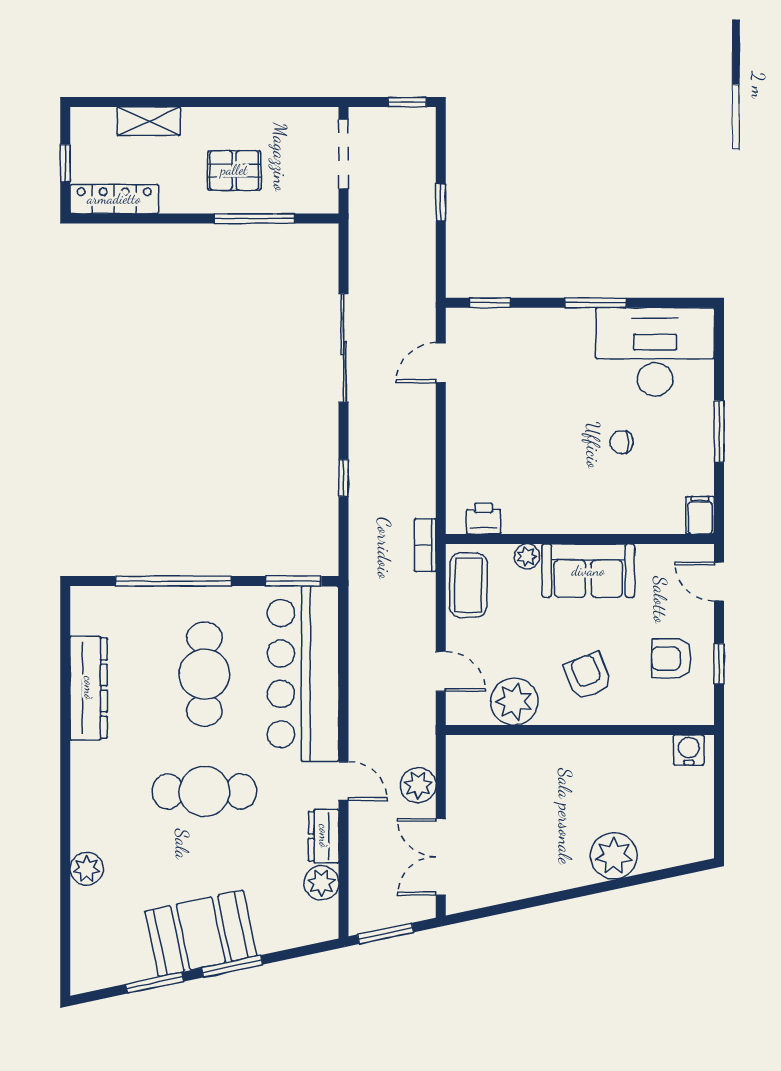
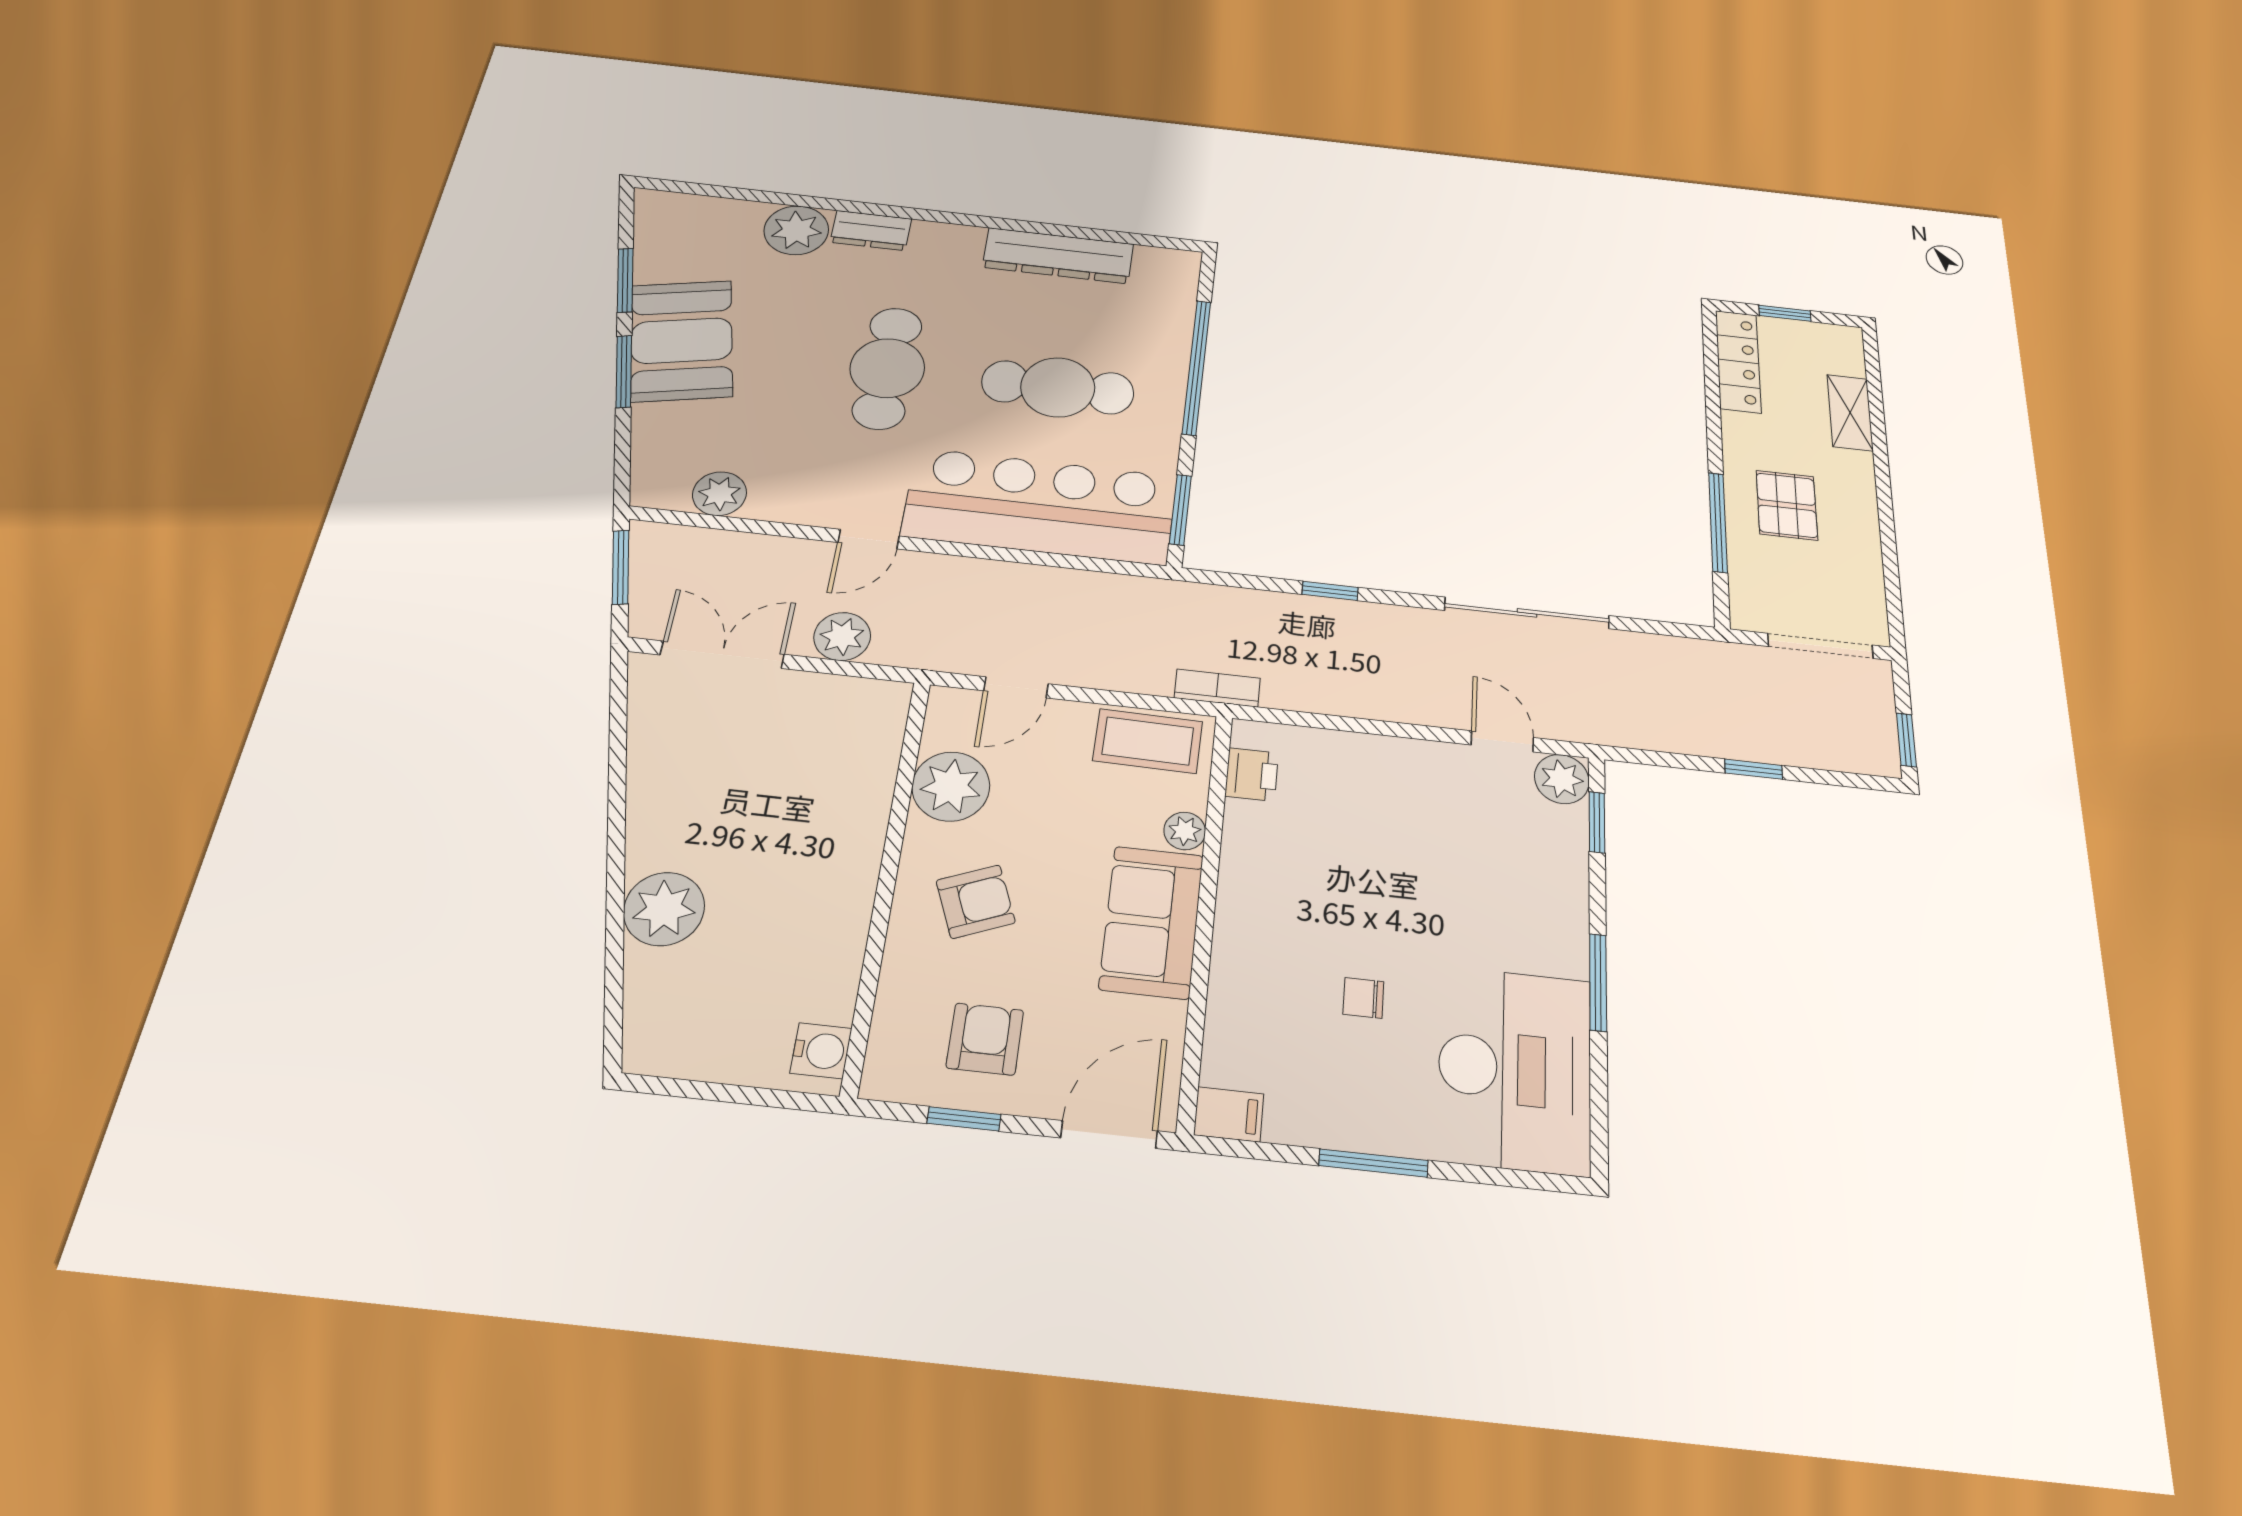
plant: (463, 325) -> (1562, 779), added
chair: (622, 442) -> (1363, 998), turned -90
door: (719, 582) -> (1109, 1134), width x1.38
dresser: (324, 836) -> (871, 231), moved, turned 180
plant: (87, 869) -> (796, 230), width x1.36, depth x1.36

